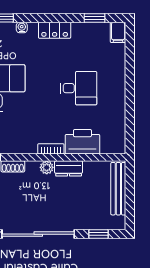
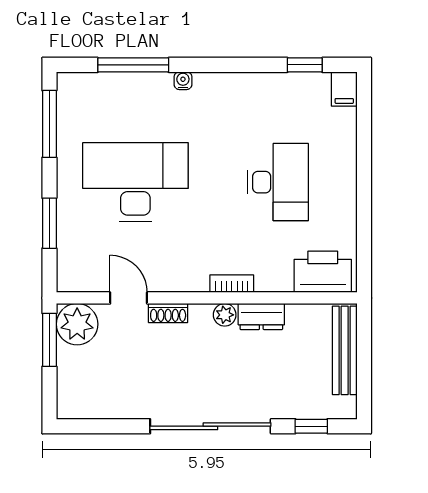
locker: (55, 30) -> (238, 85), removed
desk: (79, 88) -> (278, 182), width x1.37
printer: (82, 142) -> (323, 272), moved

